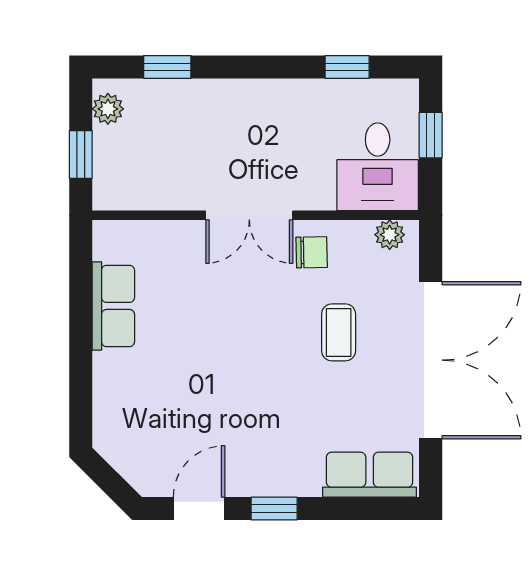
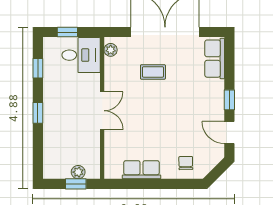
window: (167, 67) -> (38, 113), moved
plant: (108, 109) -> (78, 172), moved
chair: (312, 252) -> (186, 163), moved

